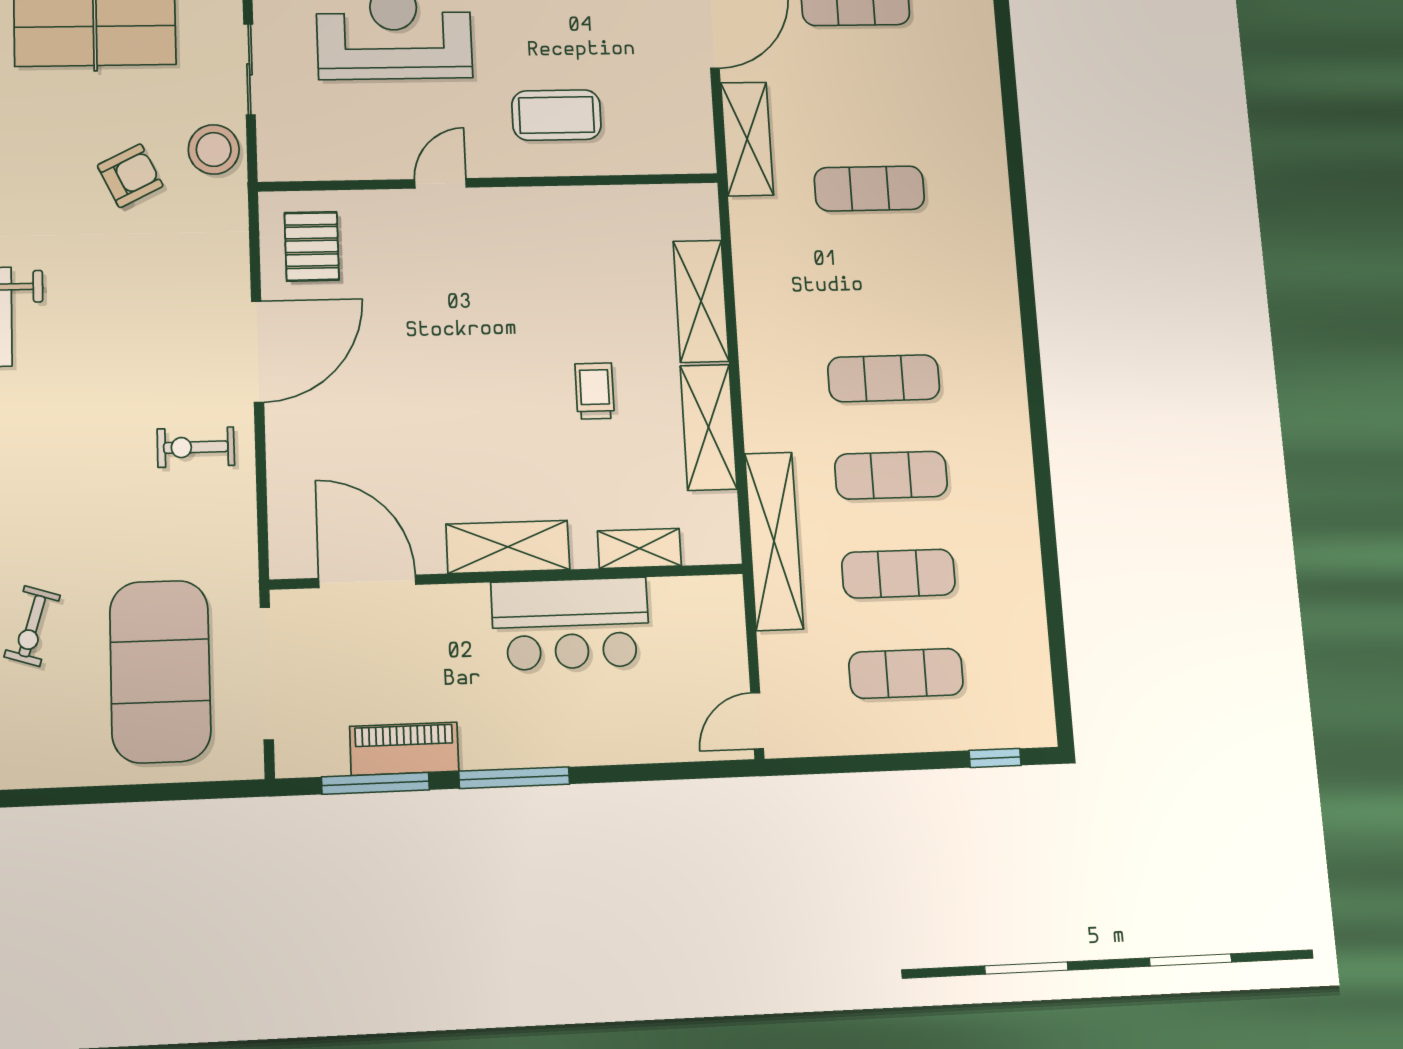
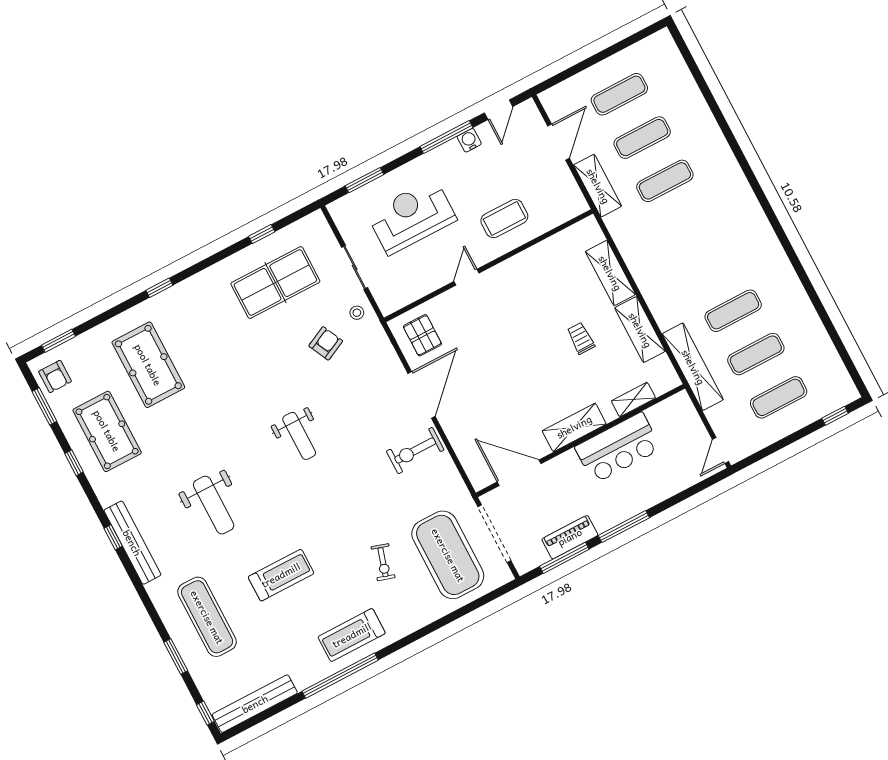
stool: (214, 149) -> (357, 313), width x0.53, depth x0.53
exercise mat: (884, 378) -> (642, 138), moved
exercise bike: (196, 447) -> (415, 451), width x1.38, depth x1.39

